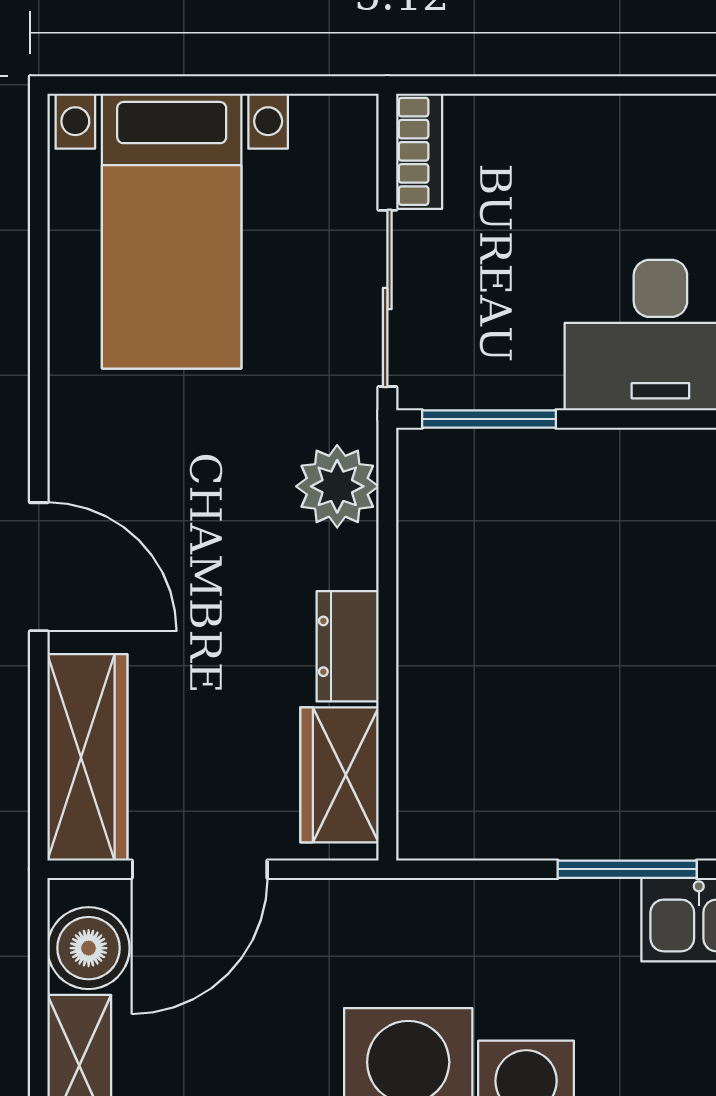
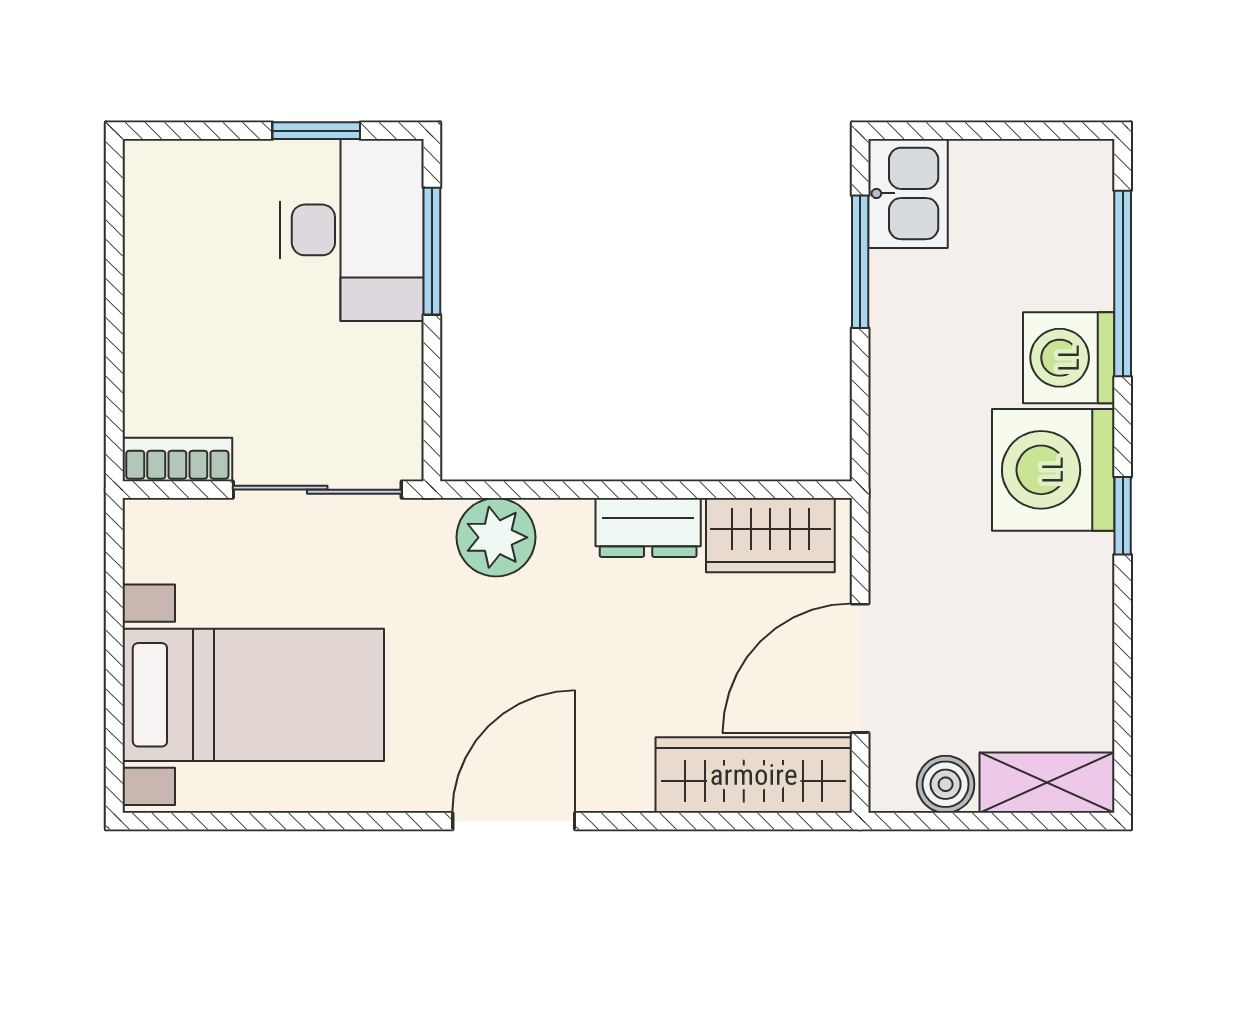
window: (489, 419) -> (432, 251), moved
door: (39, 567) -> (514, 821), moved
door: (200, 869) -> (860, 668), swing flipped
boiler: (89, 948) -> (946, 784), width x0.73, depth x0.73

